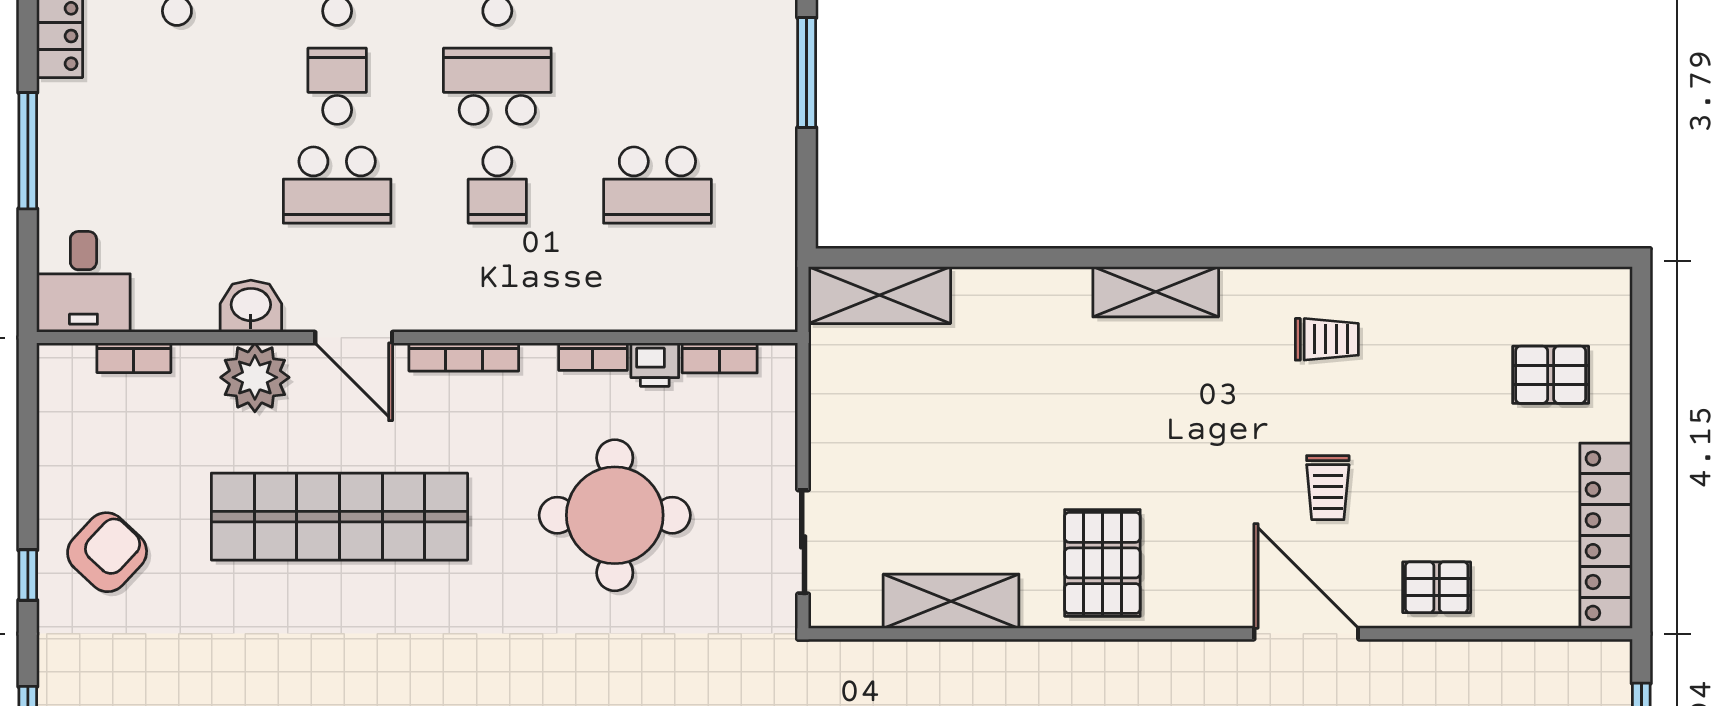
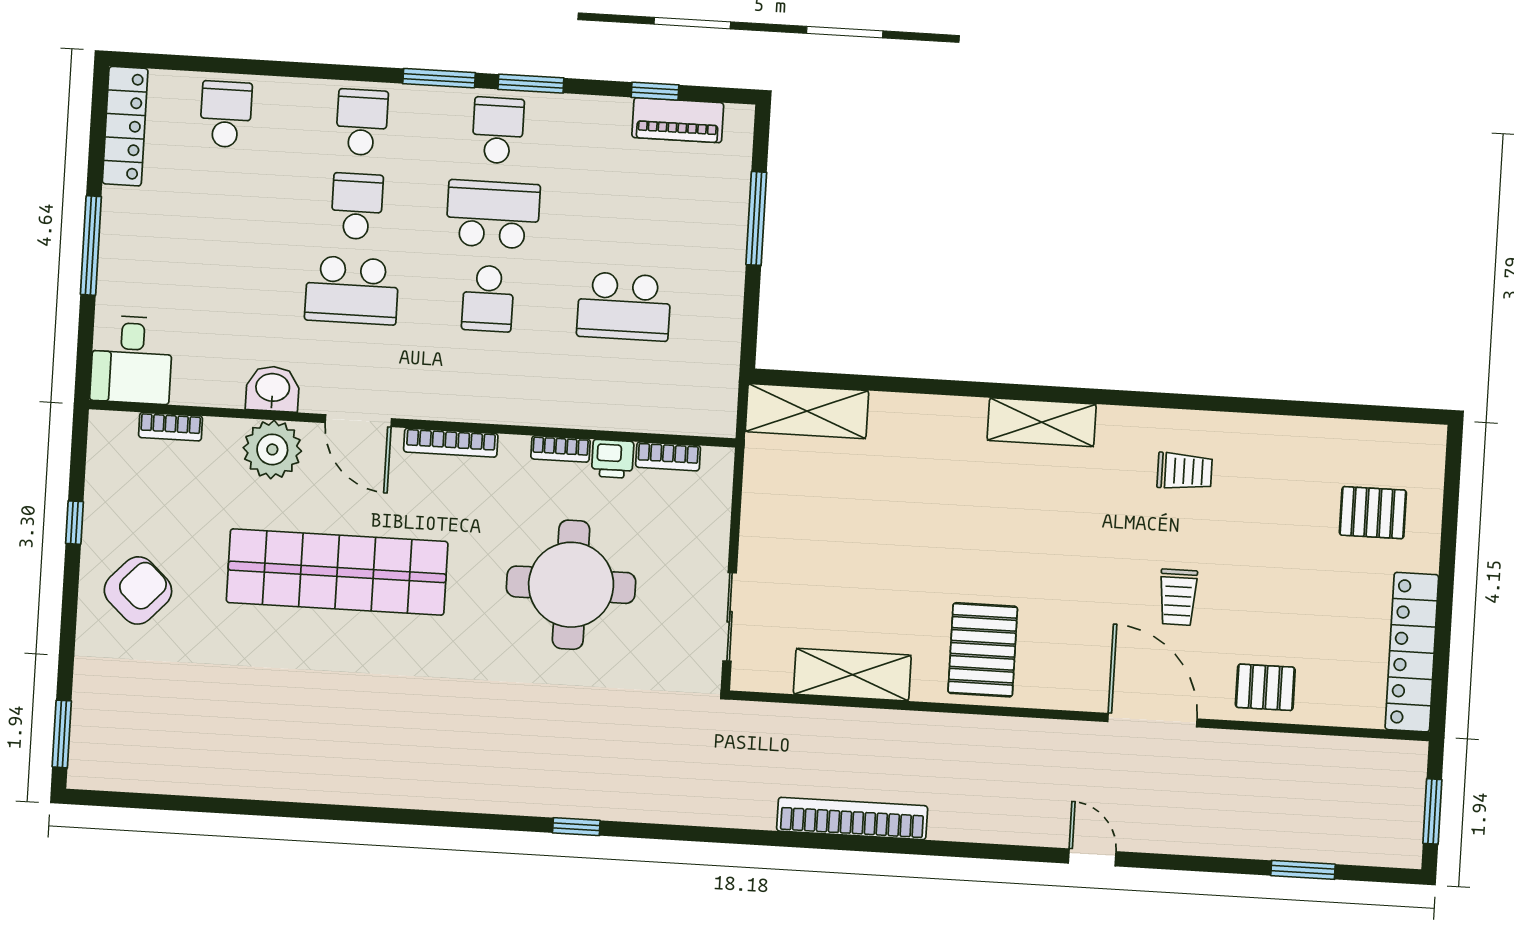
window: (28, 575) -> (74, 523), moved

